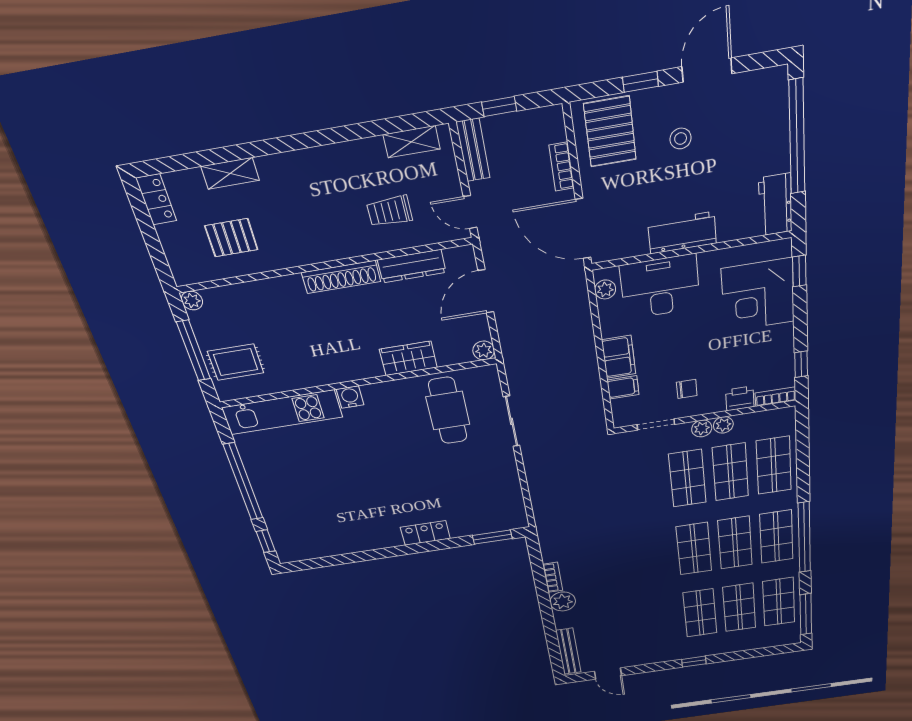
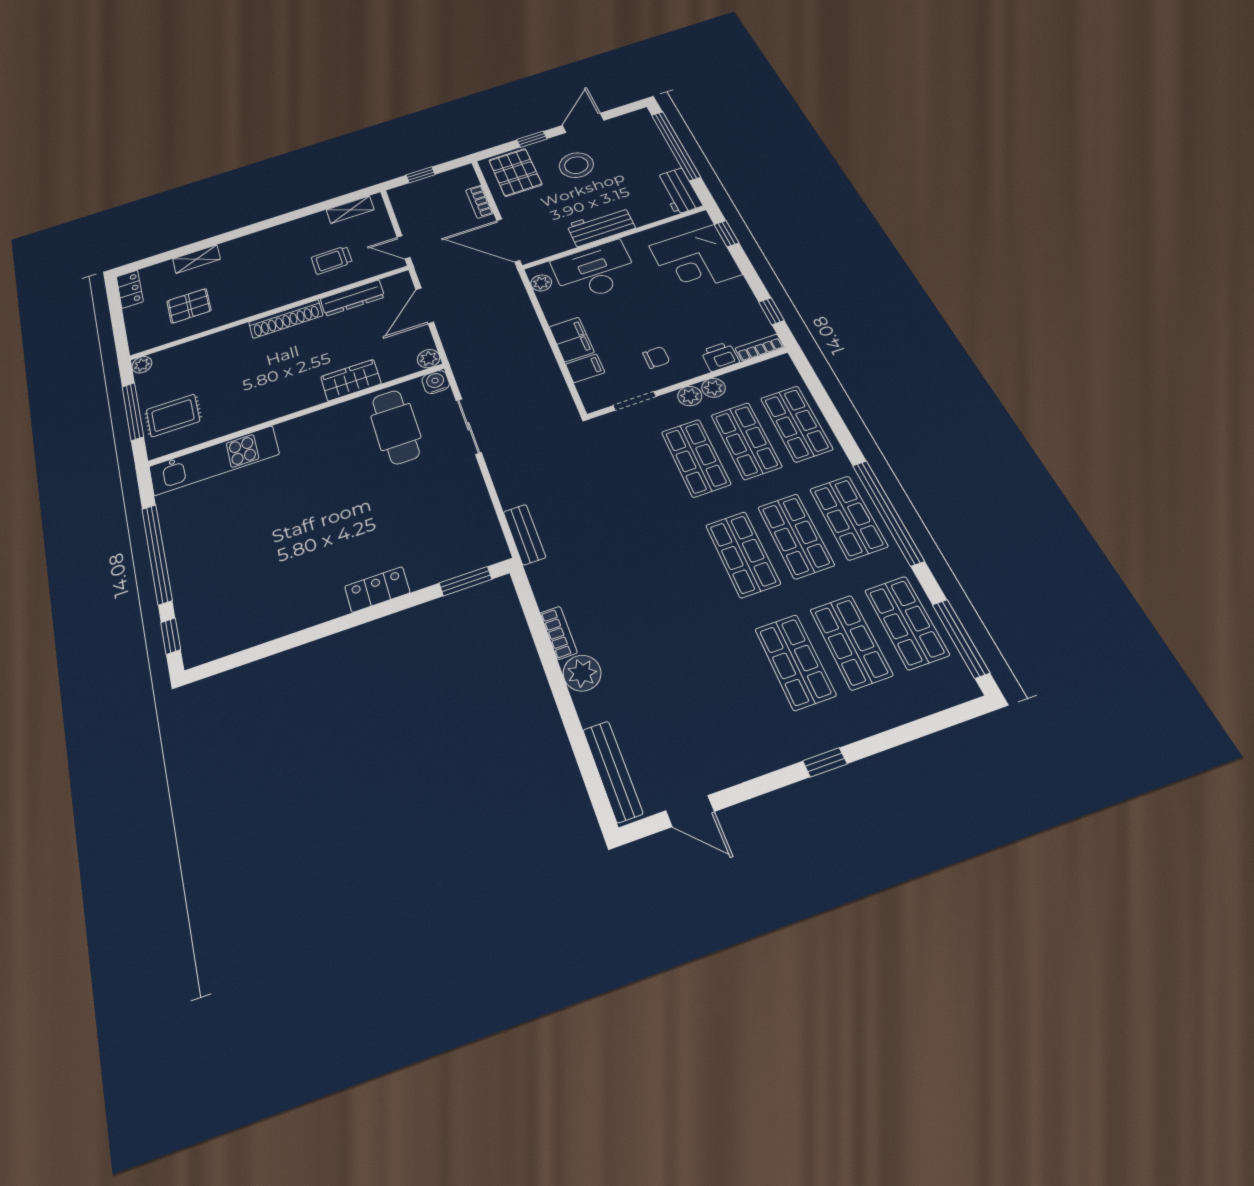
stool: (681, 139) -> (576, 165), width x1.89, depth x1.89
bench: (473, 150) -> (524, 534), moved
water cooler: (350, 397) -> (436, 382), moved

